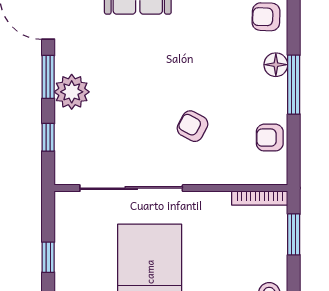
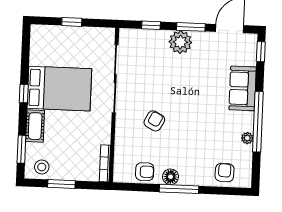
floor lamp: (276, 65) -> (171, 177), moved
armchair: (270, 138) -> (145, 172), turned 90
window: (294, 234) -> (61, 184), moved

